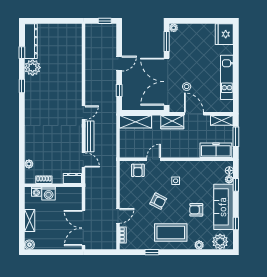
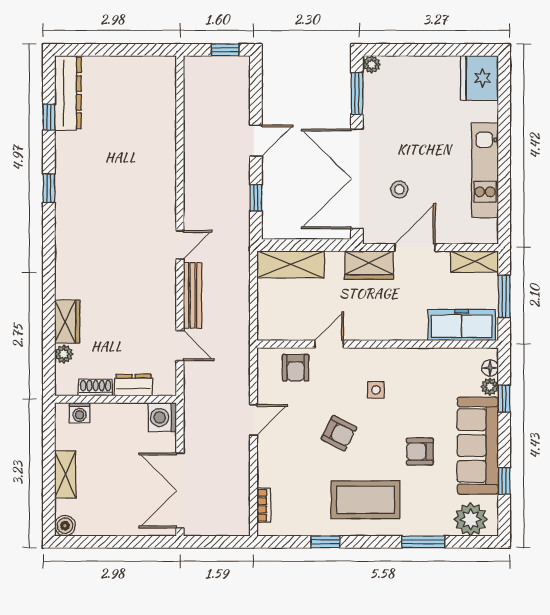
plant: (33, 68) -> (72, 149), removed
door: (194, 114) -> (415, 248), hinge flipped
wardrobe: (30, 149) -> (67, 322), added
dresser: (72, 179) -> (134, 385), moved
washing machine: (49, 193) -> (162, 417), moved, turned 90
door: (118, 216) -> (254, 420), moved
plant: (199, 245) -> (426, 526), removed
window: (198, 252) -> (423, 542), added

